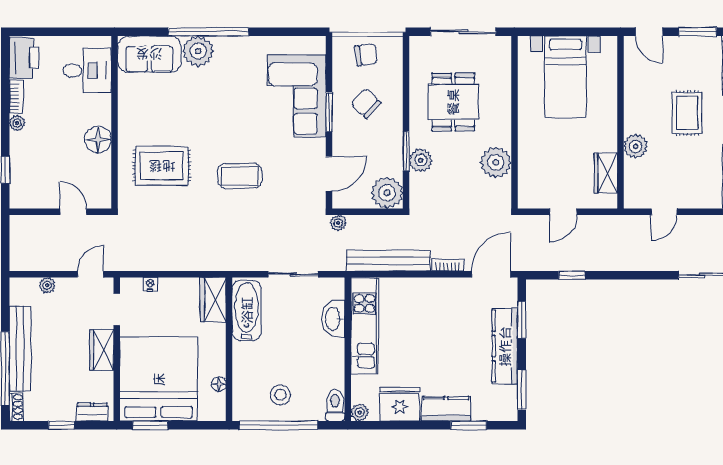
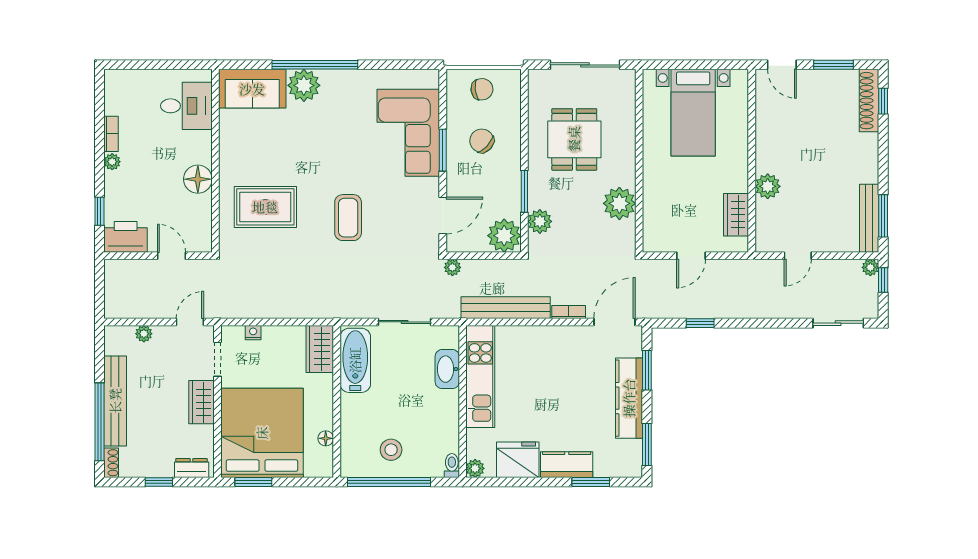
printer: (24, 58) -> (126, 237), moved, turned -90
rug: (687, 113) -> (822, 151), removed
plant: (421, 160) -> (540, 221), moved
coffee table: (240, 176) -> (348, 218), turned 90
toilet: (335, 405) -> (452, 466), width x0.73, depth x0.72

